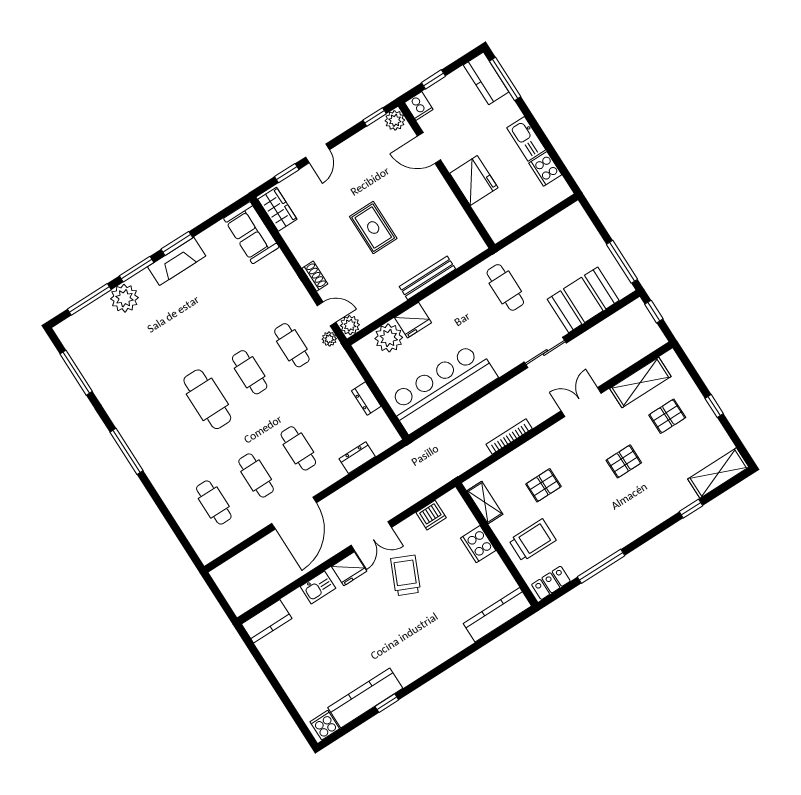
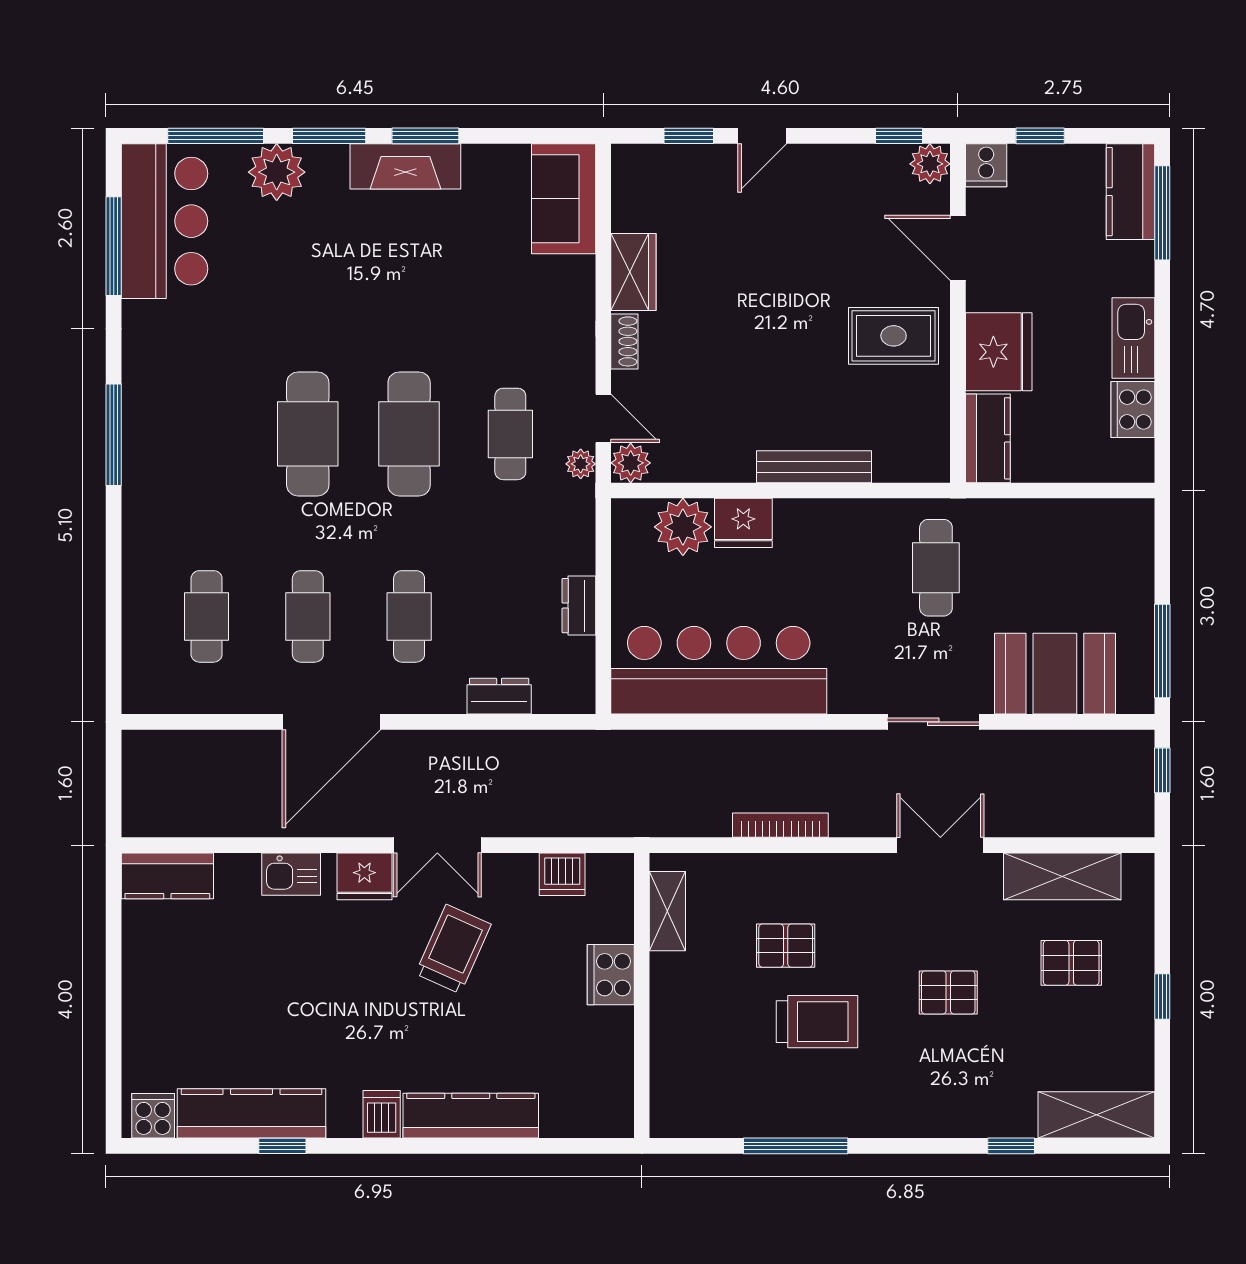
wardrobe: (277, 209) -> (633, 272), moved
kitchen counter: (492, 220) -> (988, 438), added
rug: (373, 228) -> (894, 336), moved, turned 90
bar counter: (91, 349) -> (164, 221), added
cafe table: (250, 372) -> (409, 434), width x1.37, depth x1.35
trolley: (532, 540) -> (817, 1022), moved
locker: (551, 583) -> (692, 1120), removed
kitchen counter: (497, 615) -> (471, 1116), moved
dishwasher: (420, 664) -> (382, 1114), added

